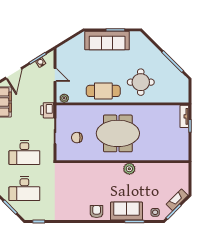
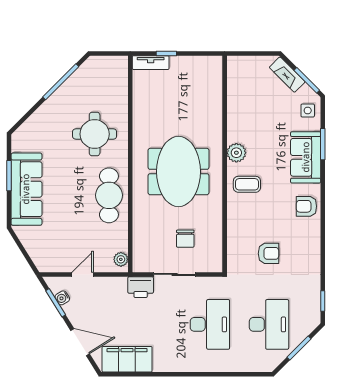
coffee table: (110, 175) -> (247, 184), added
armchair: (68, 188) -> (269, 253), added

